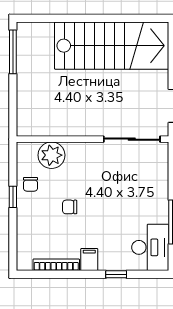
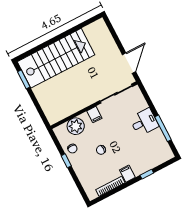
stairs: (112, 46) -> (56, 58), moved
window: (13, 52) -> (24, 79), width x0.69
filing cabinet: (86, 153) -> (94, 115), added
desk: (150, 247) -> (144, 122), moved, width x0.73

